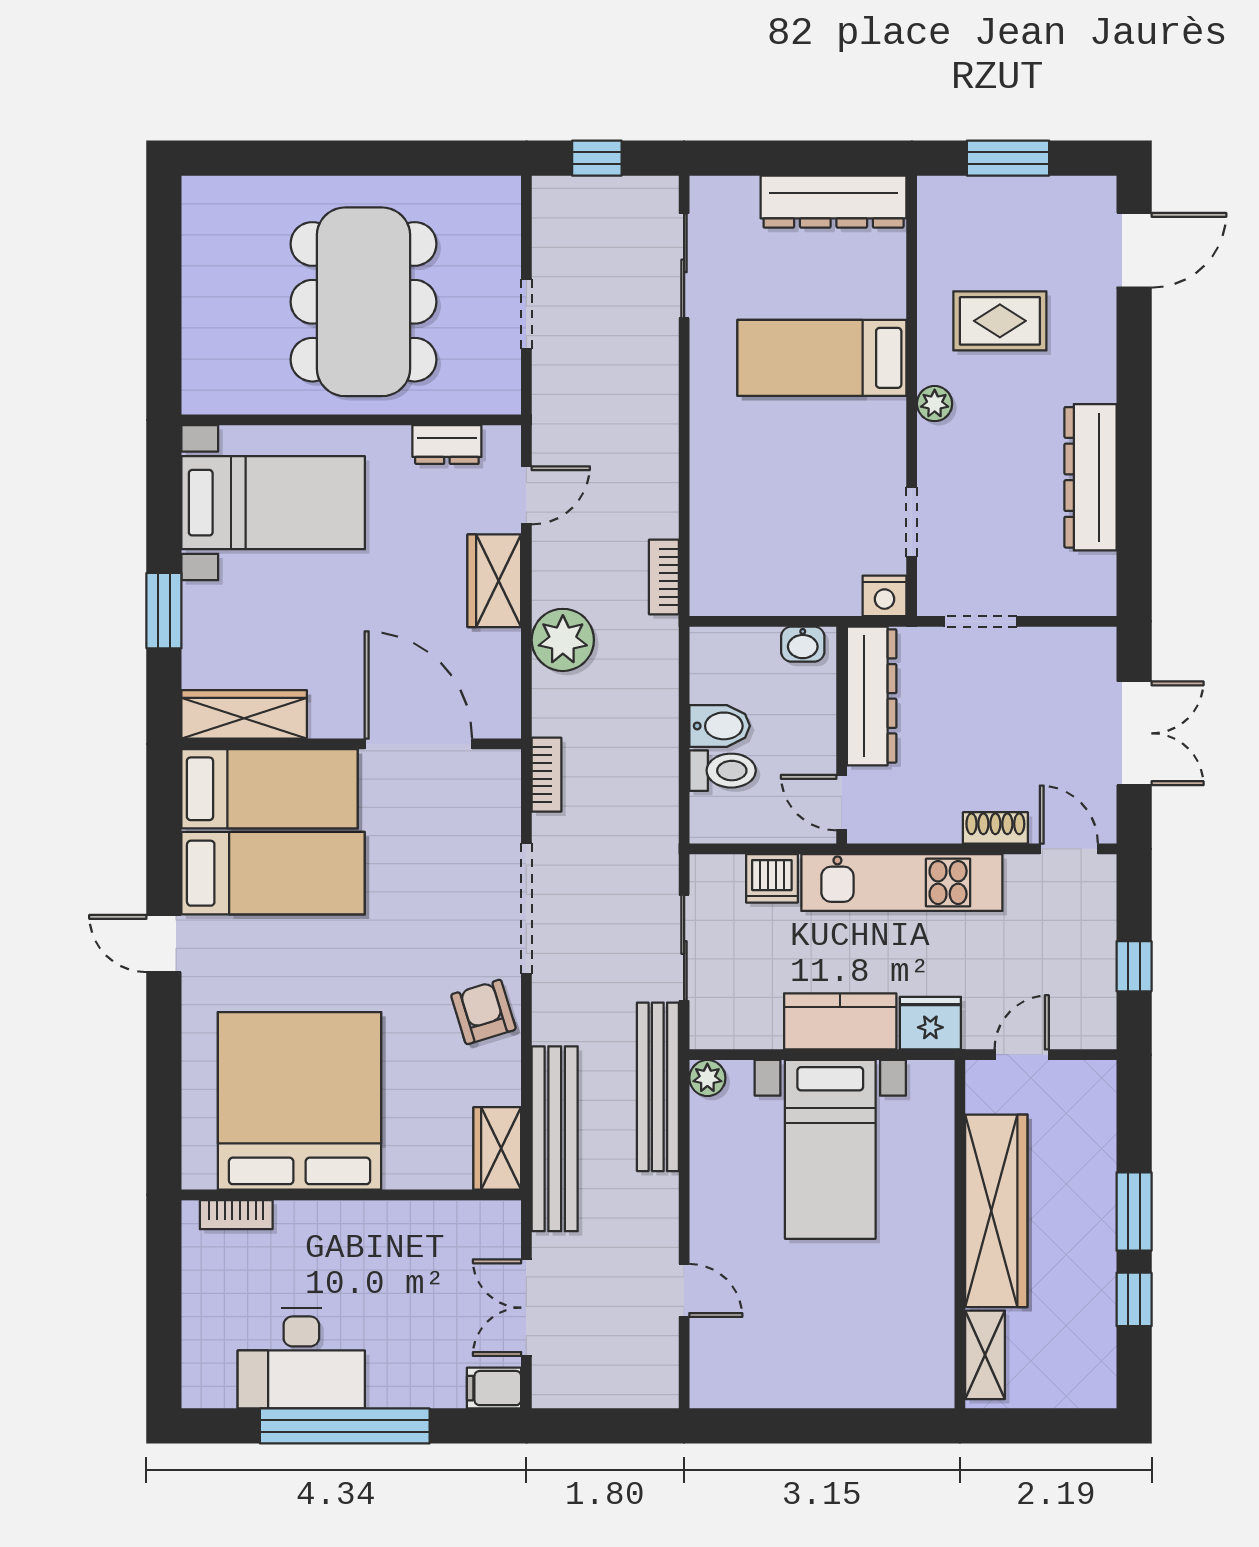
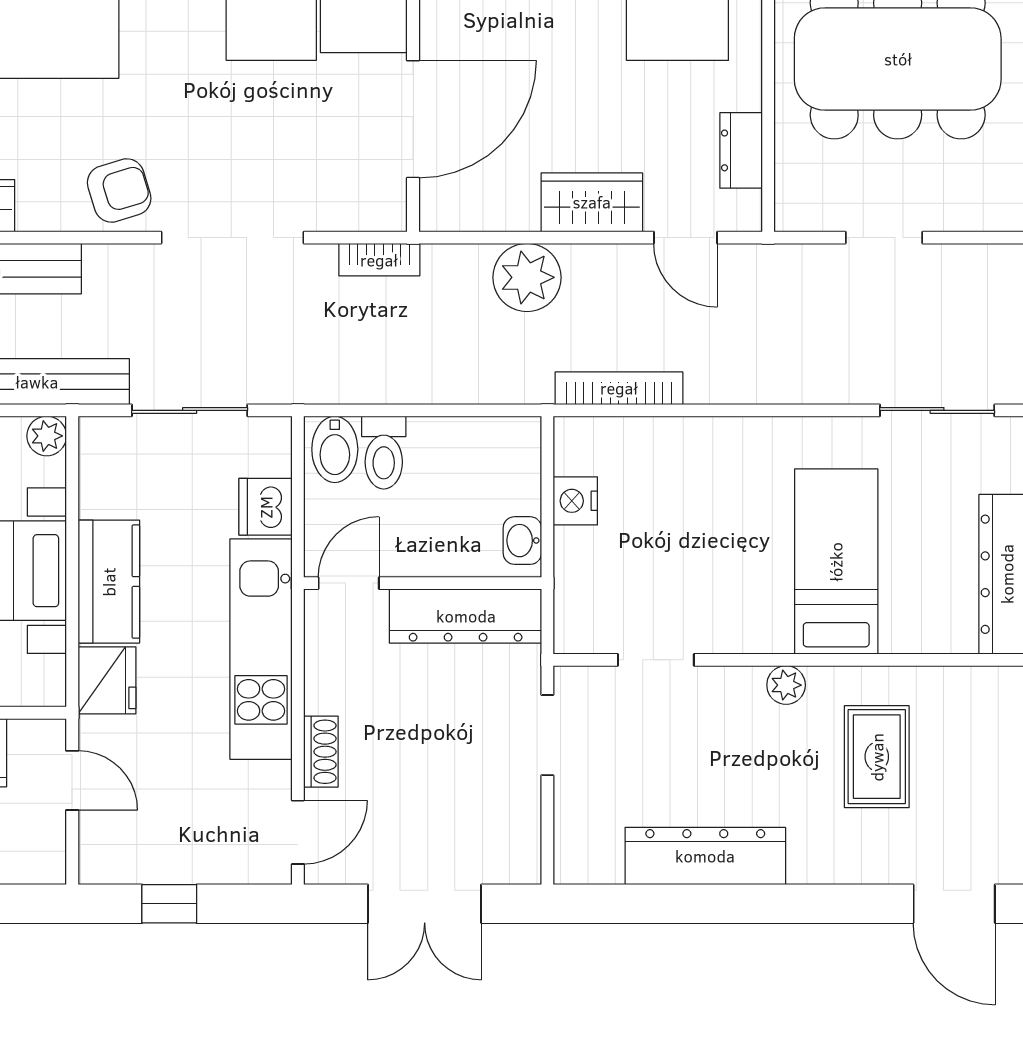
bookcase: (664, 577) -> (619, 388), width x1.56
nightstand: (884, 596) -> (575, 501), moved
bidet: (720, 726) -> (335, 449), moved

